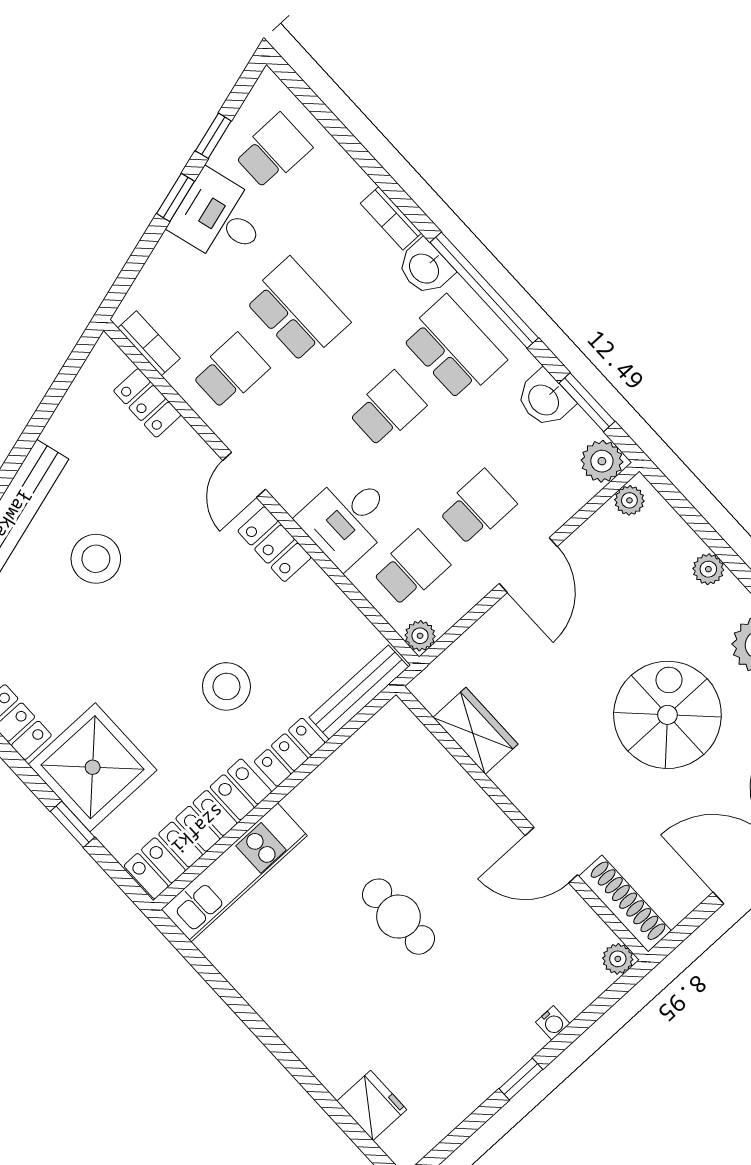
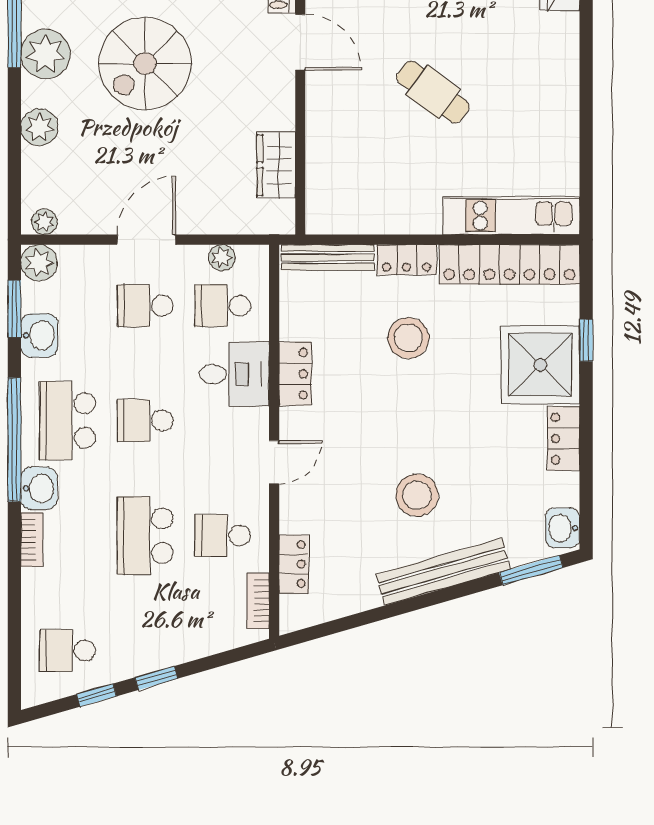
desk: (220, 218) -> (140, 639), removed
locker: (275, 544) -> (295, 374), moved
plant: (708, 569) -> (39, 127), width x1.38, depth x1.38
plant: (420, 636) -> (222, 258), moved
cafe table: (398, 917) -> (433, 92), turned -53

